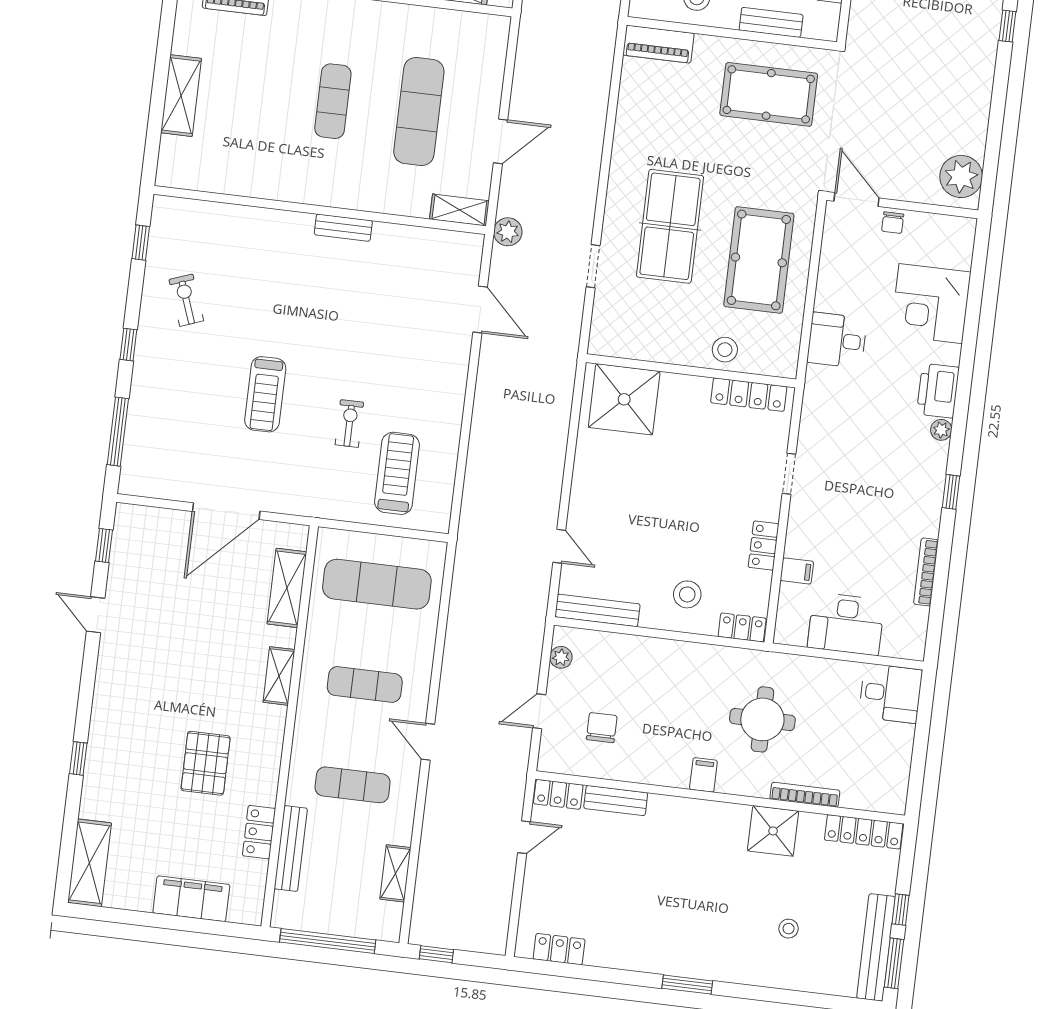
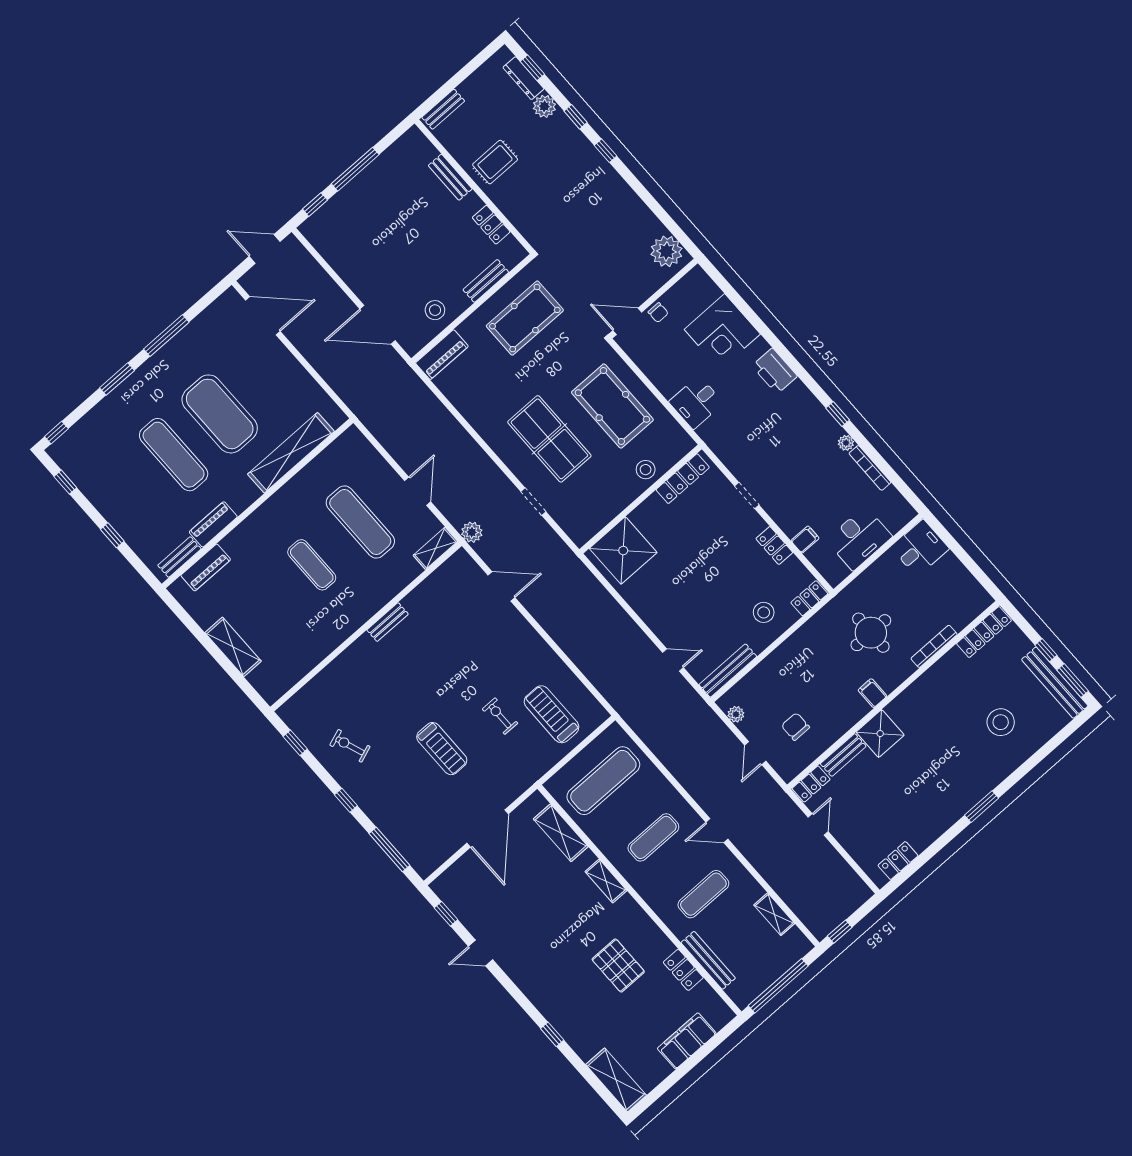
plant: (941, 430) -> (846, 443), moved
shower: (773, 831) -> (880, 734), moved
stool: (789, 929) -> (1001, 722), width x1.89, depth x1.89

